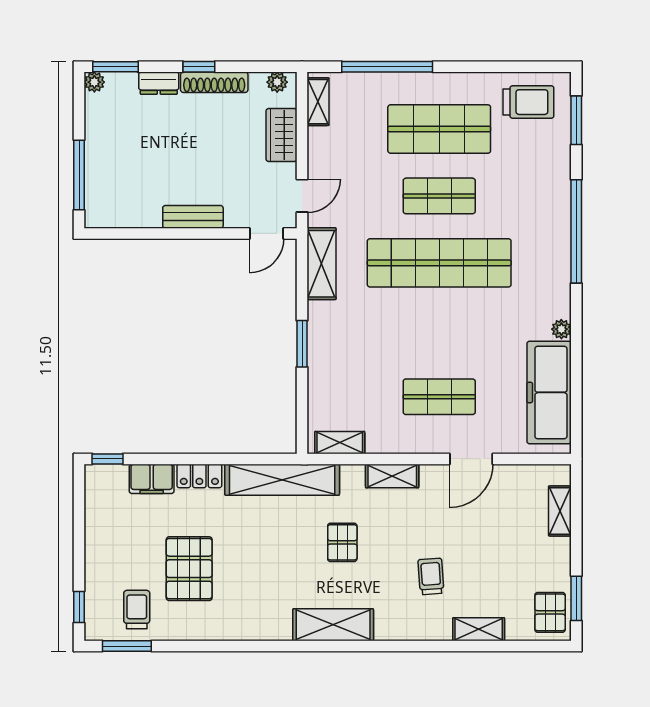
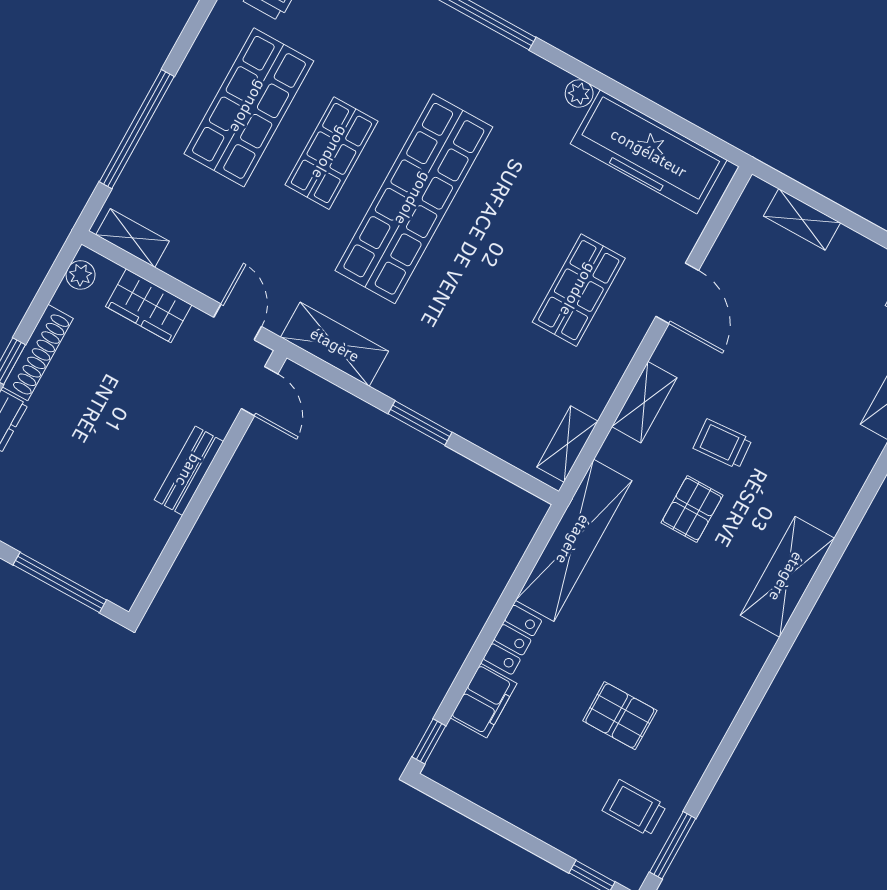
pallet: (342, 542) -> (692, 509), turned 90
pallet: (189, 569) -> (620, 716), width x0.67, depth x0.71
trolley: (431, 576) -> (723, 444), moved

